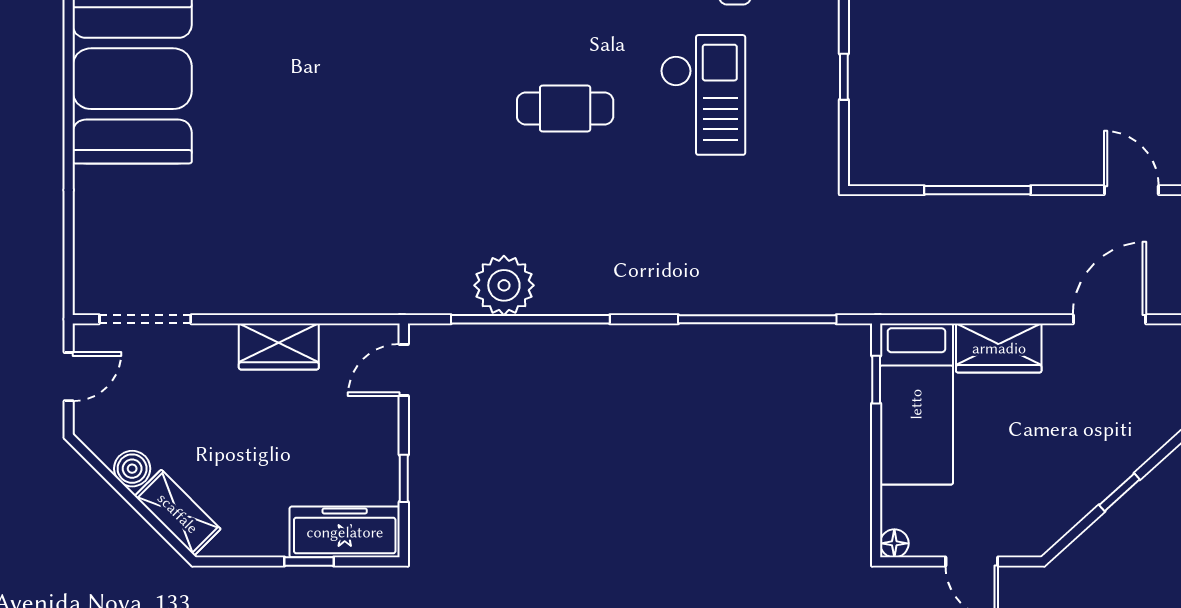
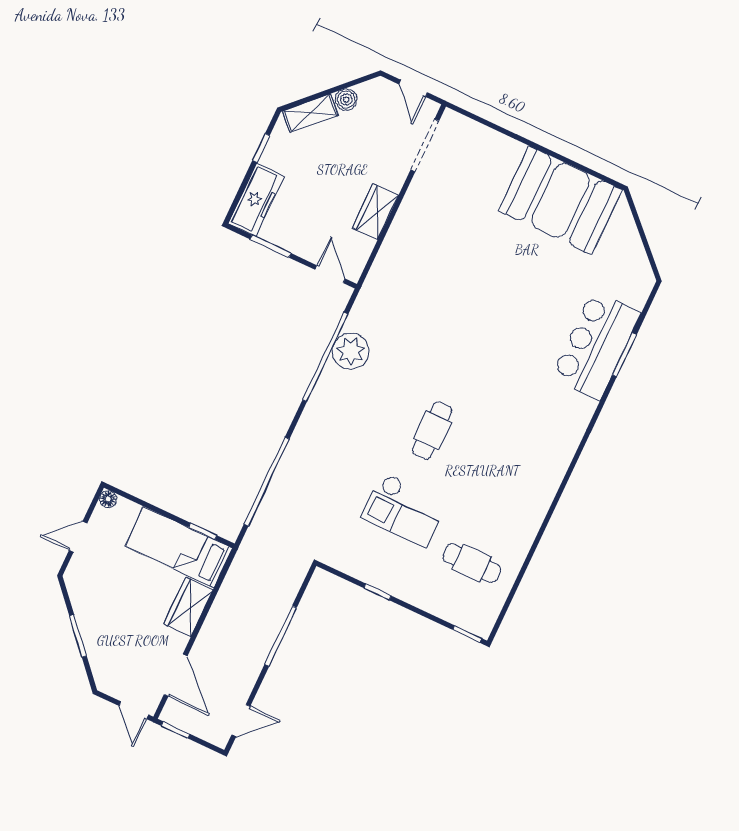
window: (404, 478) -> (271, 246), width x1.50
window: (1119, 492) -> (78, 636), width x1.50
window: (309, 562) -> (261, 148), moved

